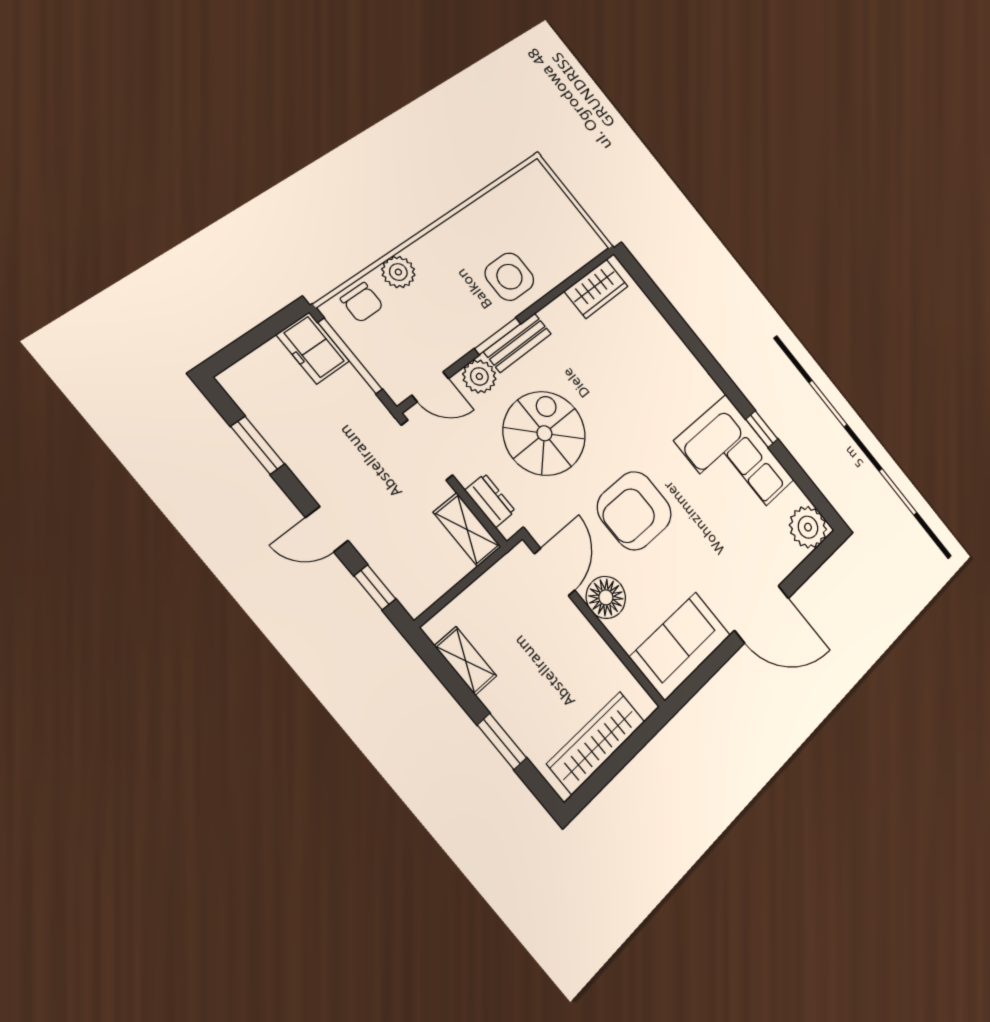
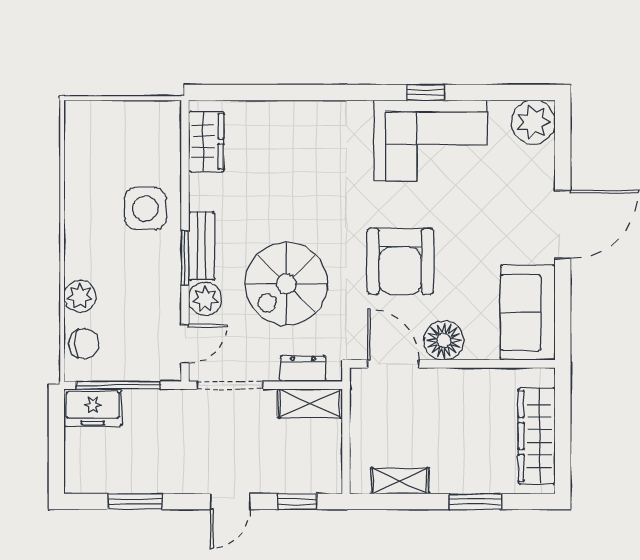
spiral stairs: (544, 433) -> (286, 284), turned -90

